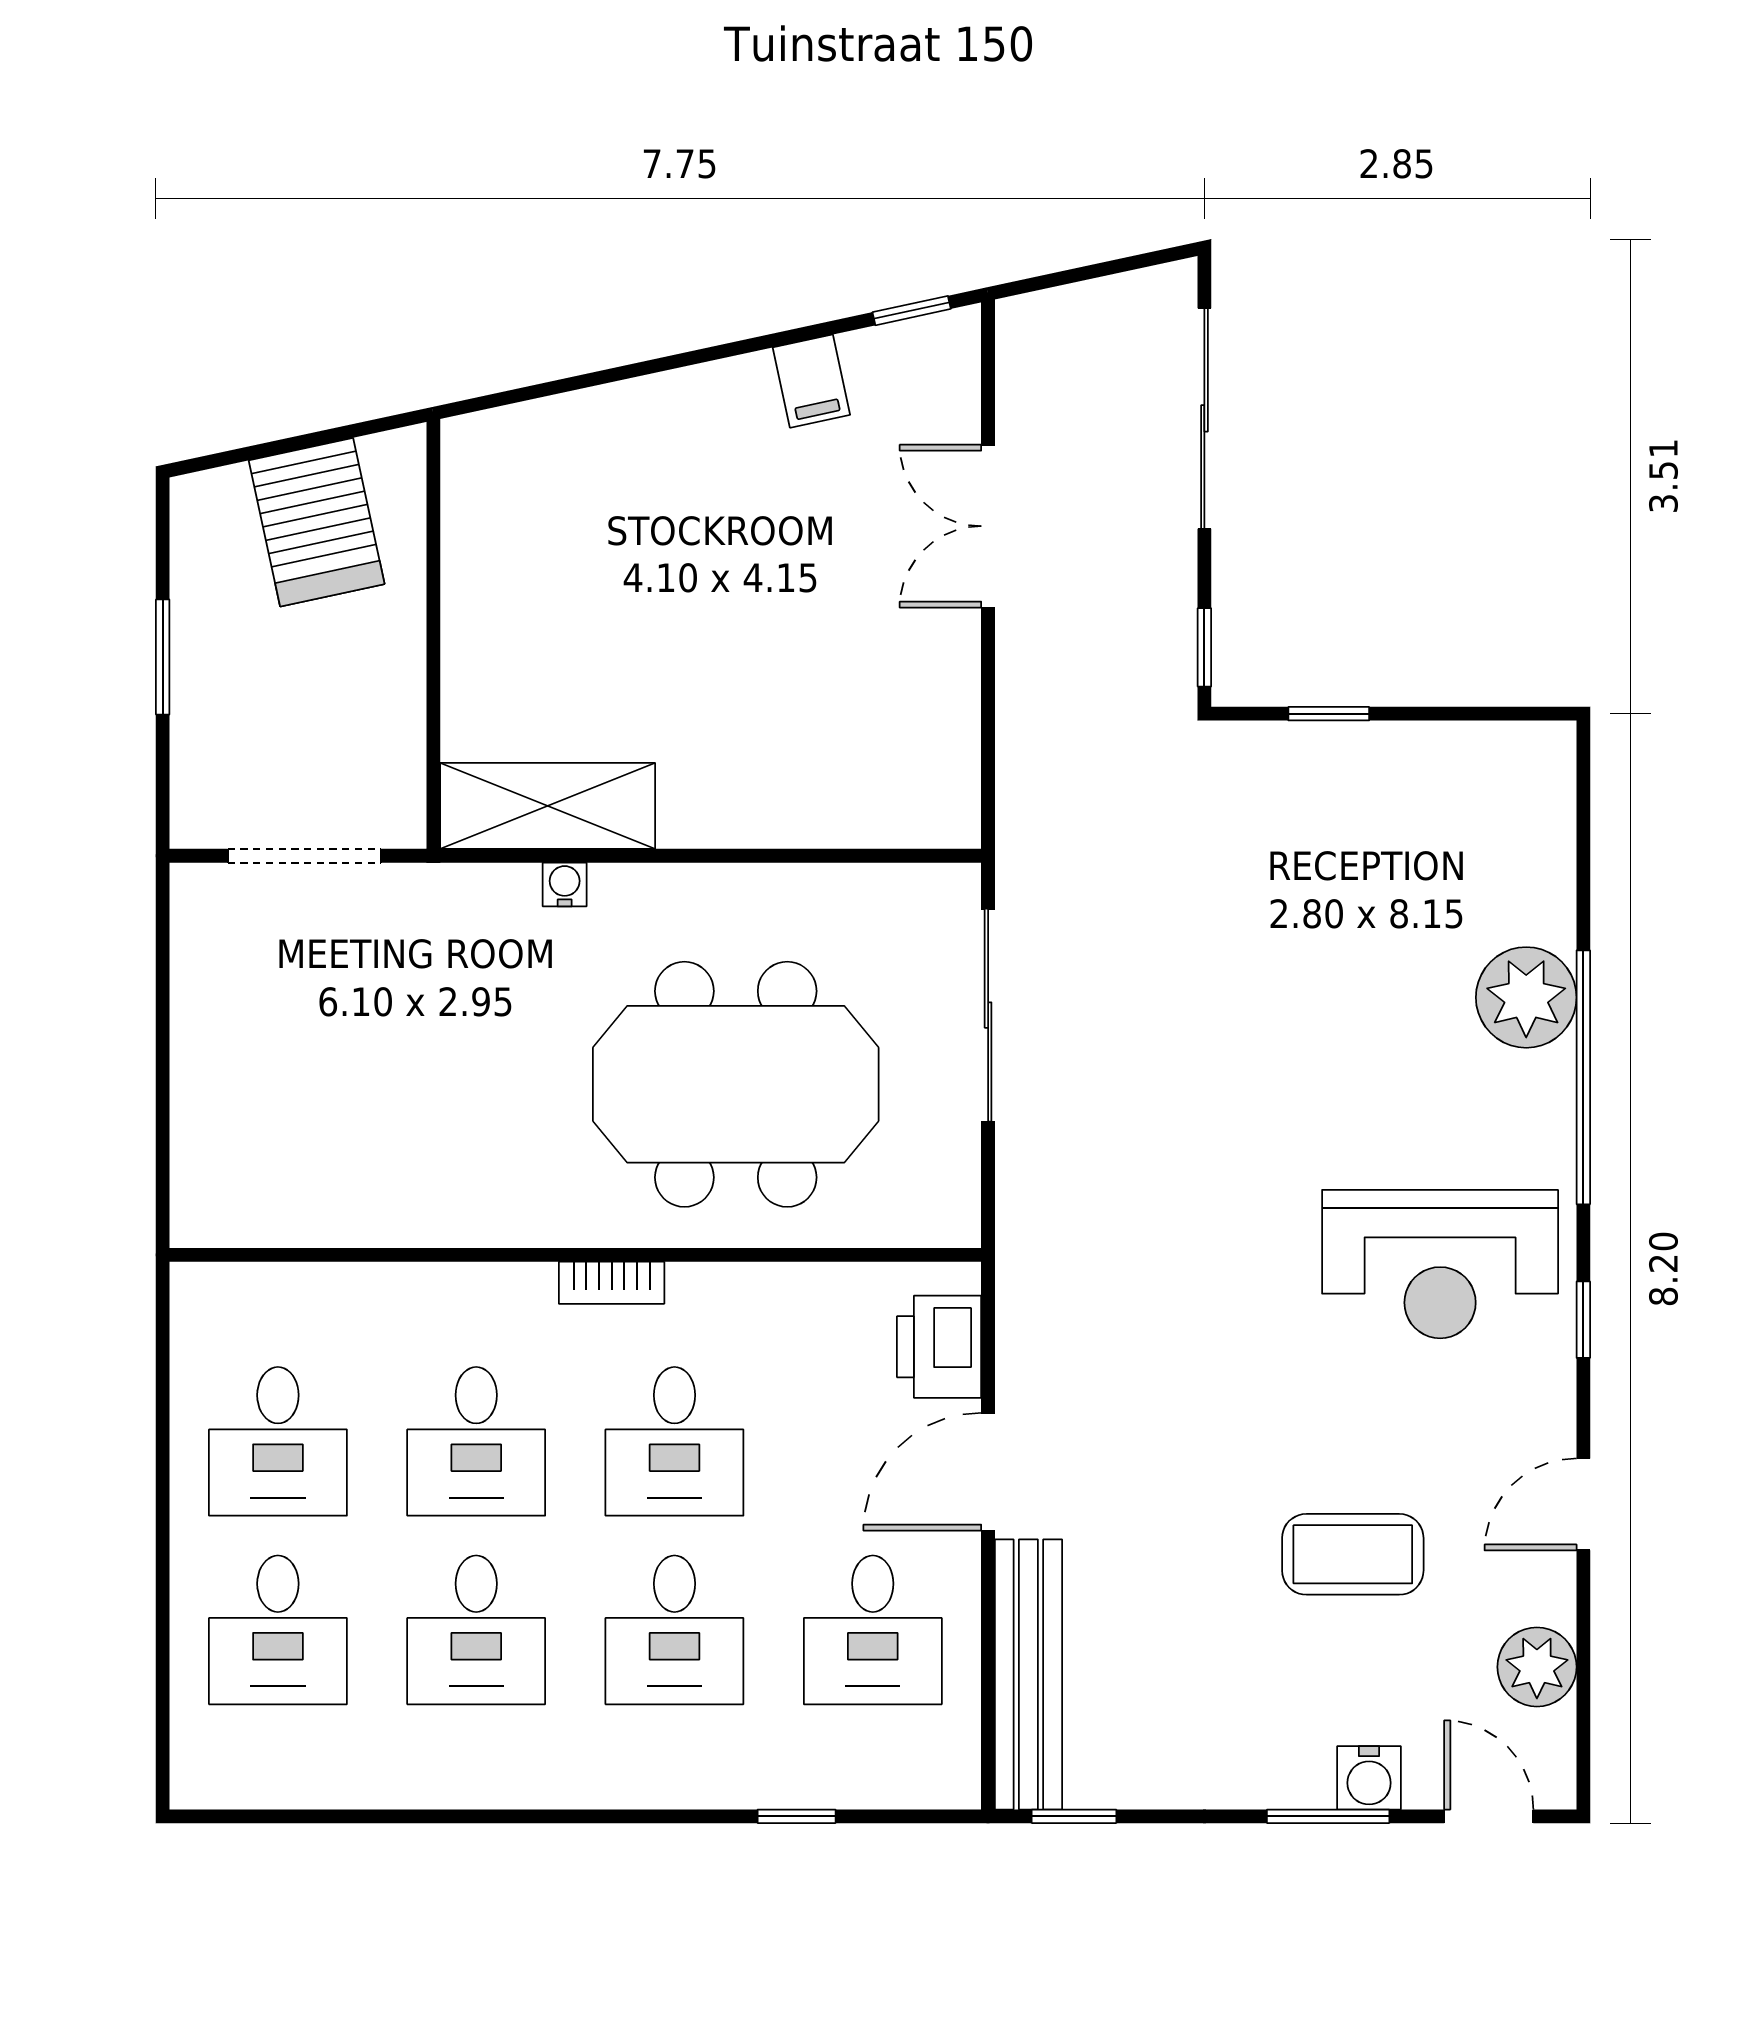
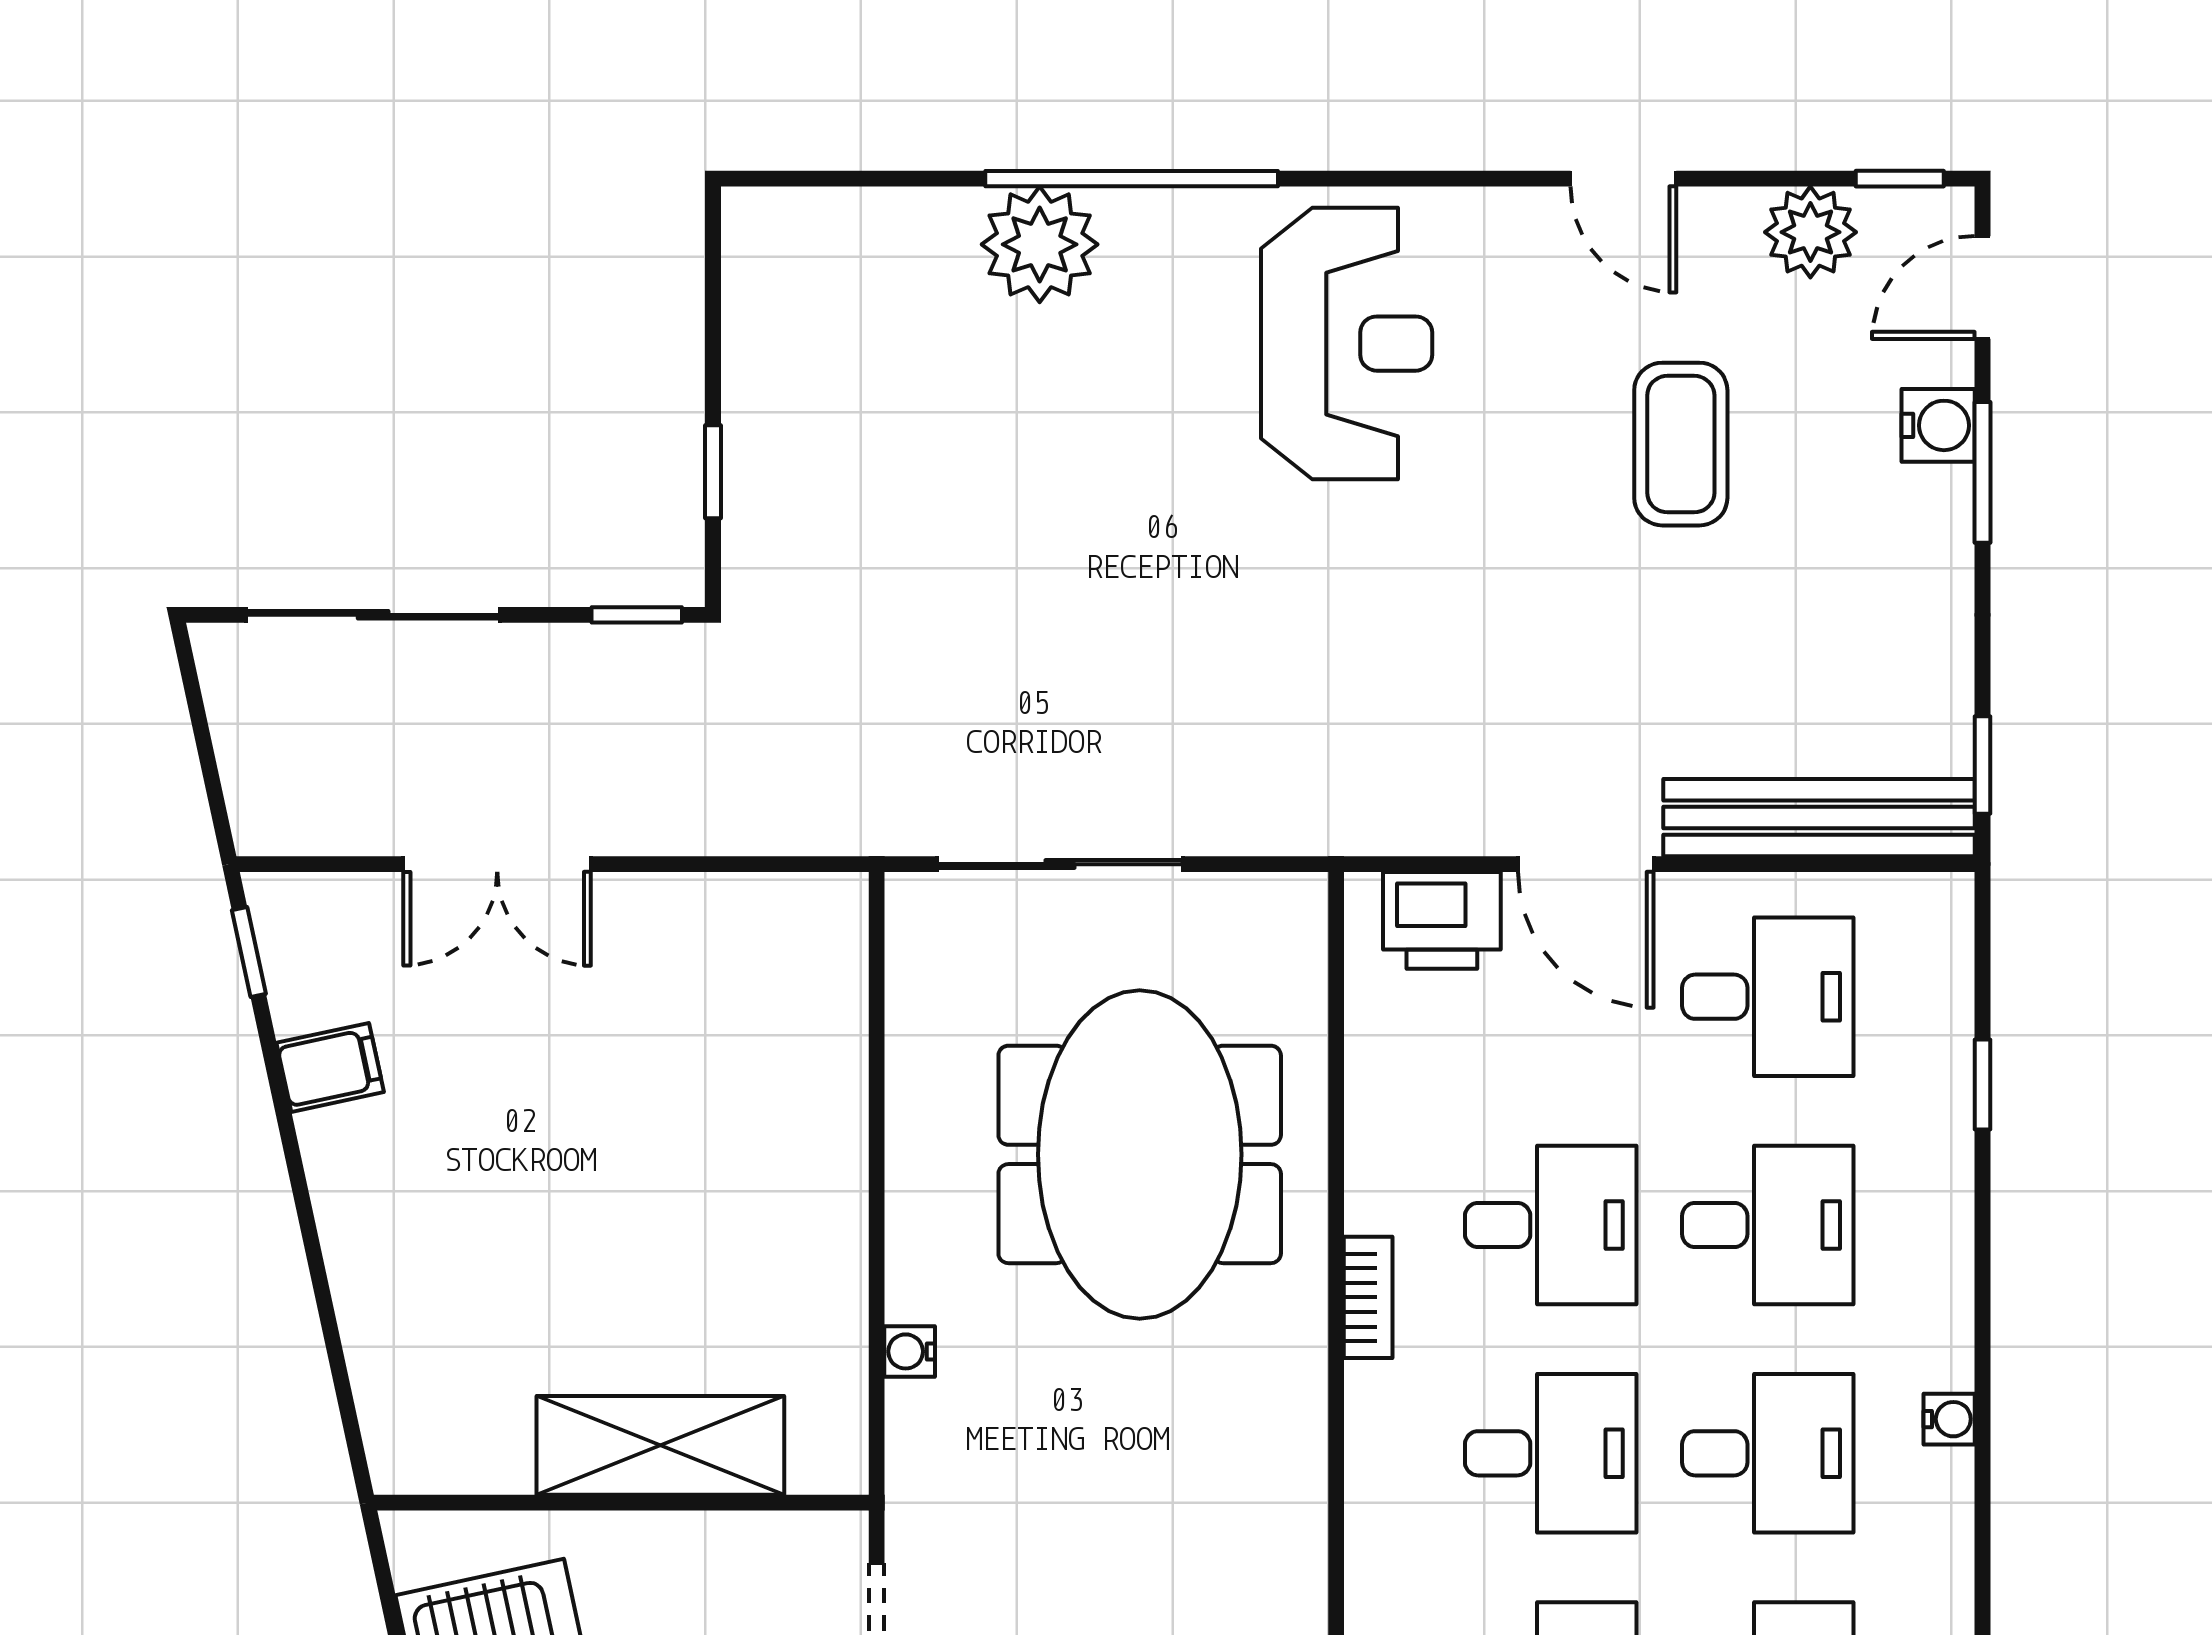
shelving: (548, 806) -> (660, 1445), moved, turned 90
window: (1583, 1320) -> (1900, 179), moved
water cooler: (506, 1787) -> (1949, 1419), added

